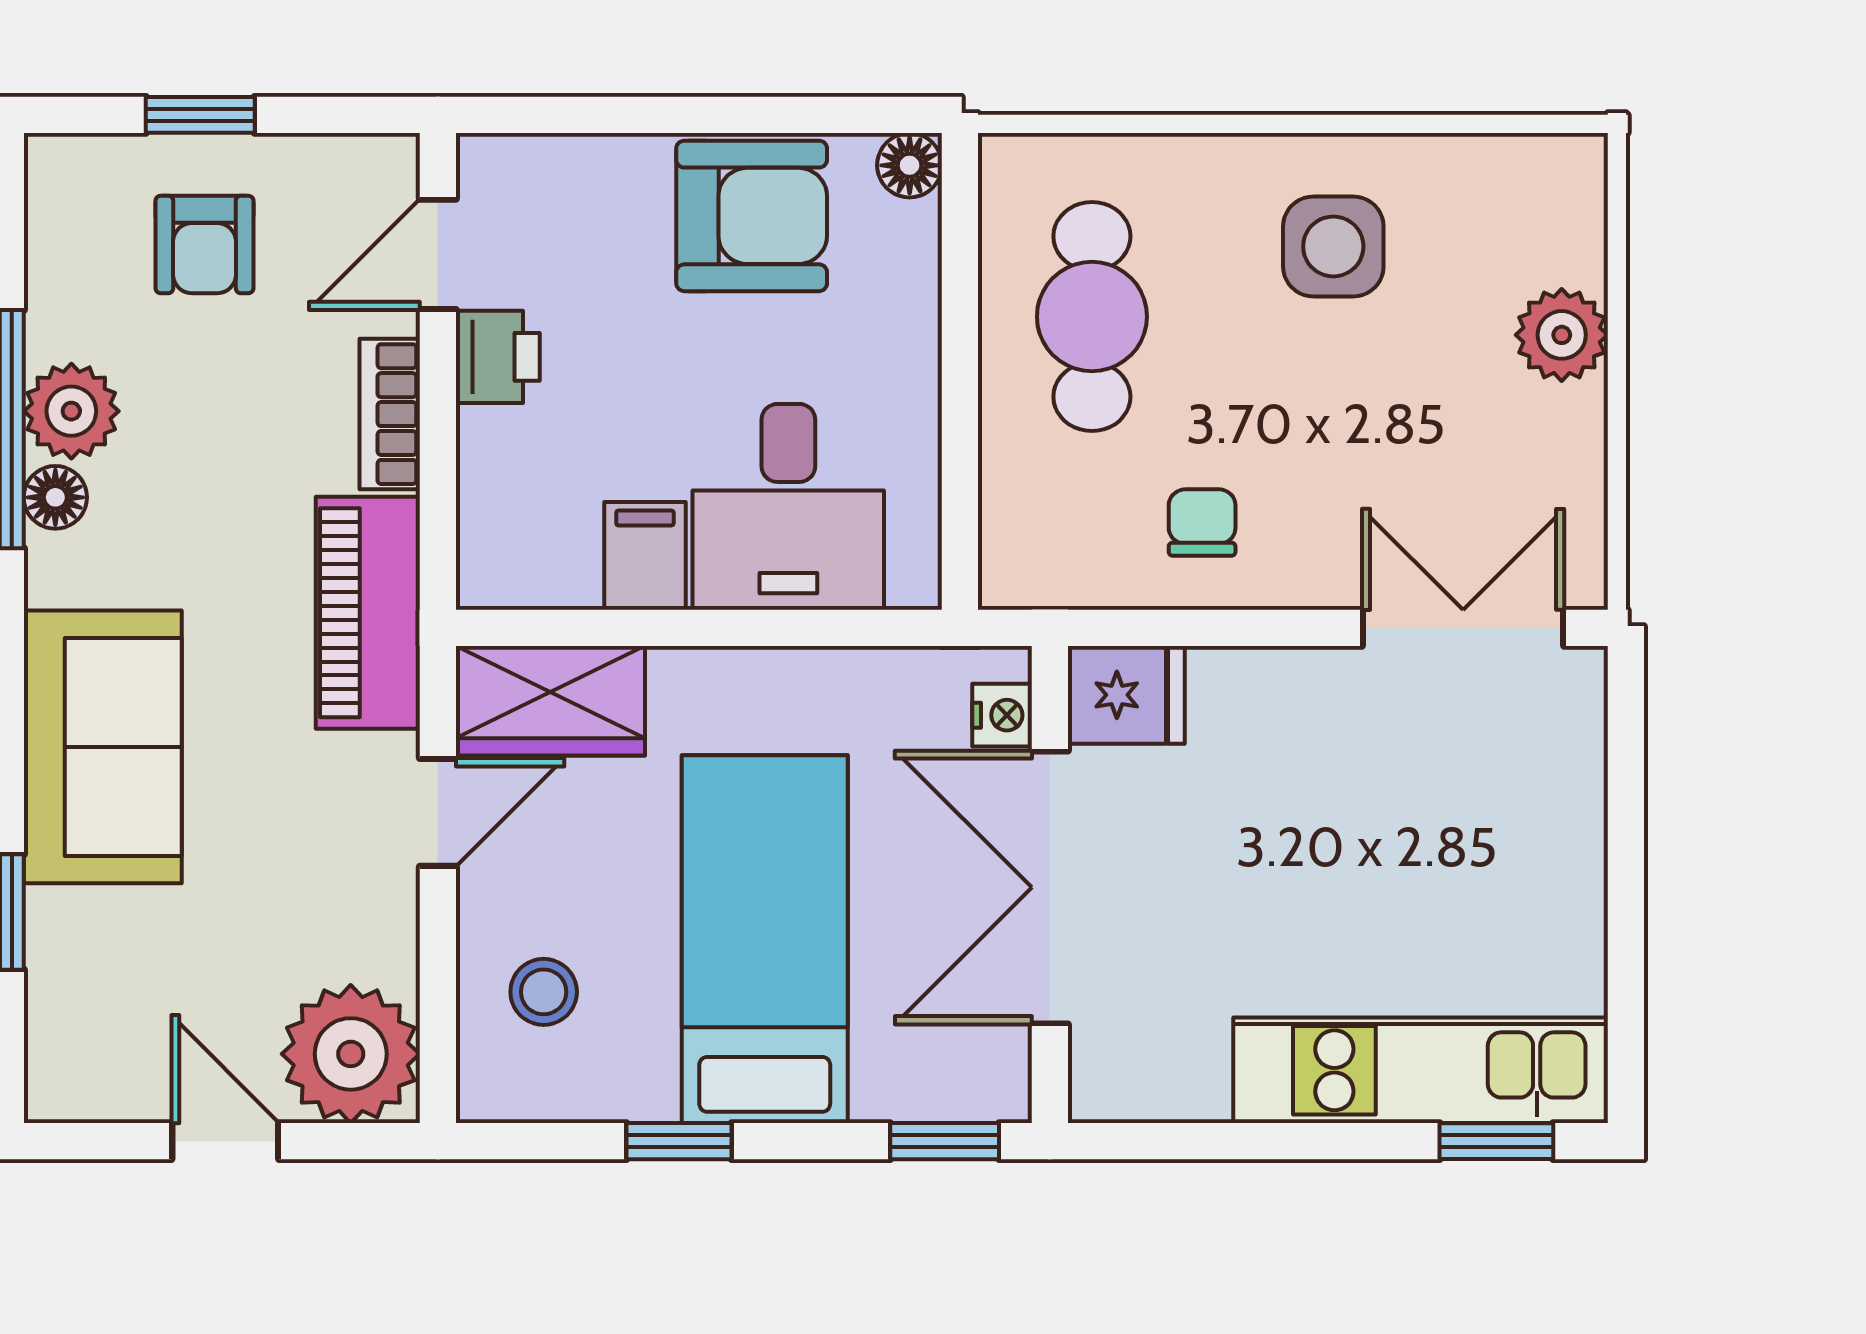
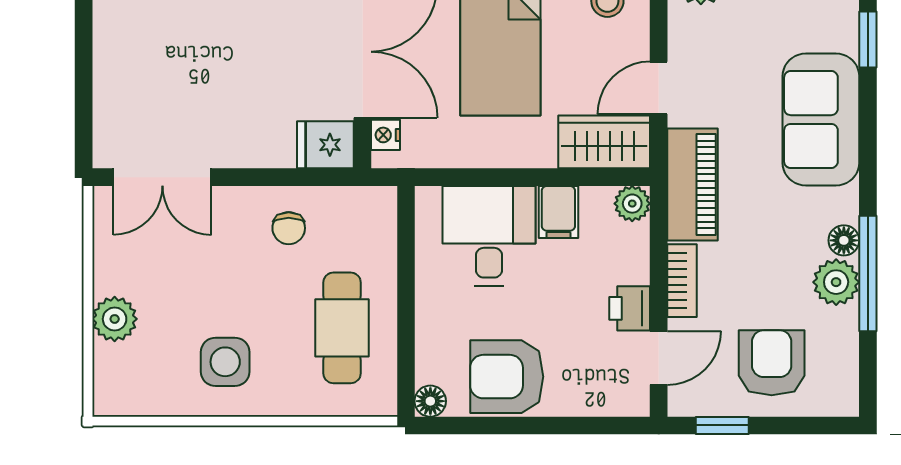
window: (200, 115) -> (722, 425), moved
armchair: (204, 244) -> (772, 363), width x1.38, depth x1.38
plant: (492, 573) -> (632, 204), added

